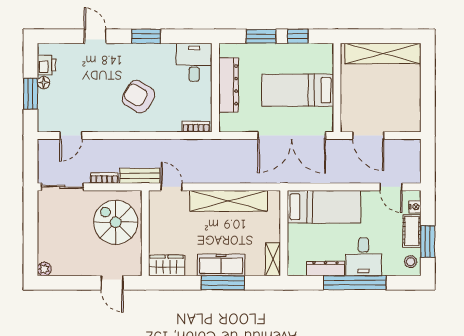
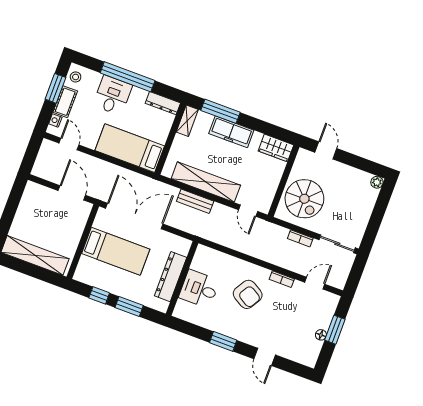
desk: (194, 62) -> (199, 289), moved, turned 90
printer: (46, 65) -> (313, 348), removed
bookcase: (196, 127) -> (282, 279), moved
bench: (140, 176) -> (195, 201), moved
dresser: (325, 269) -> (163, 103), moved
window: (223, 283) -> (220, 111), moved

